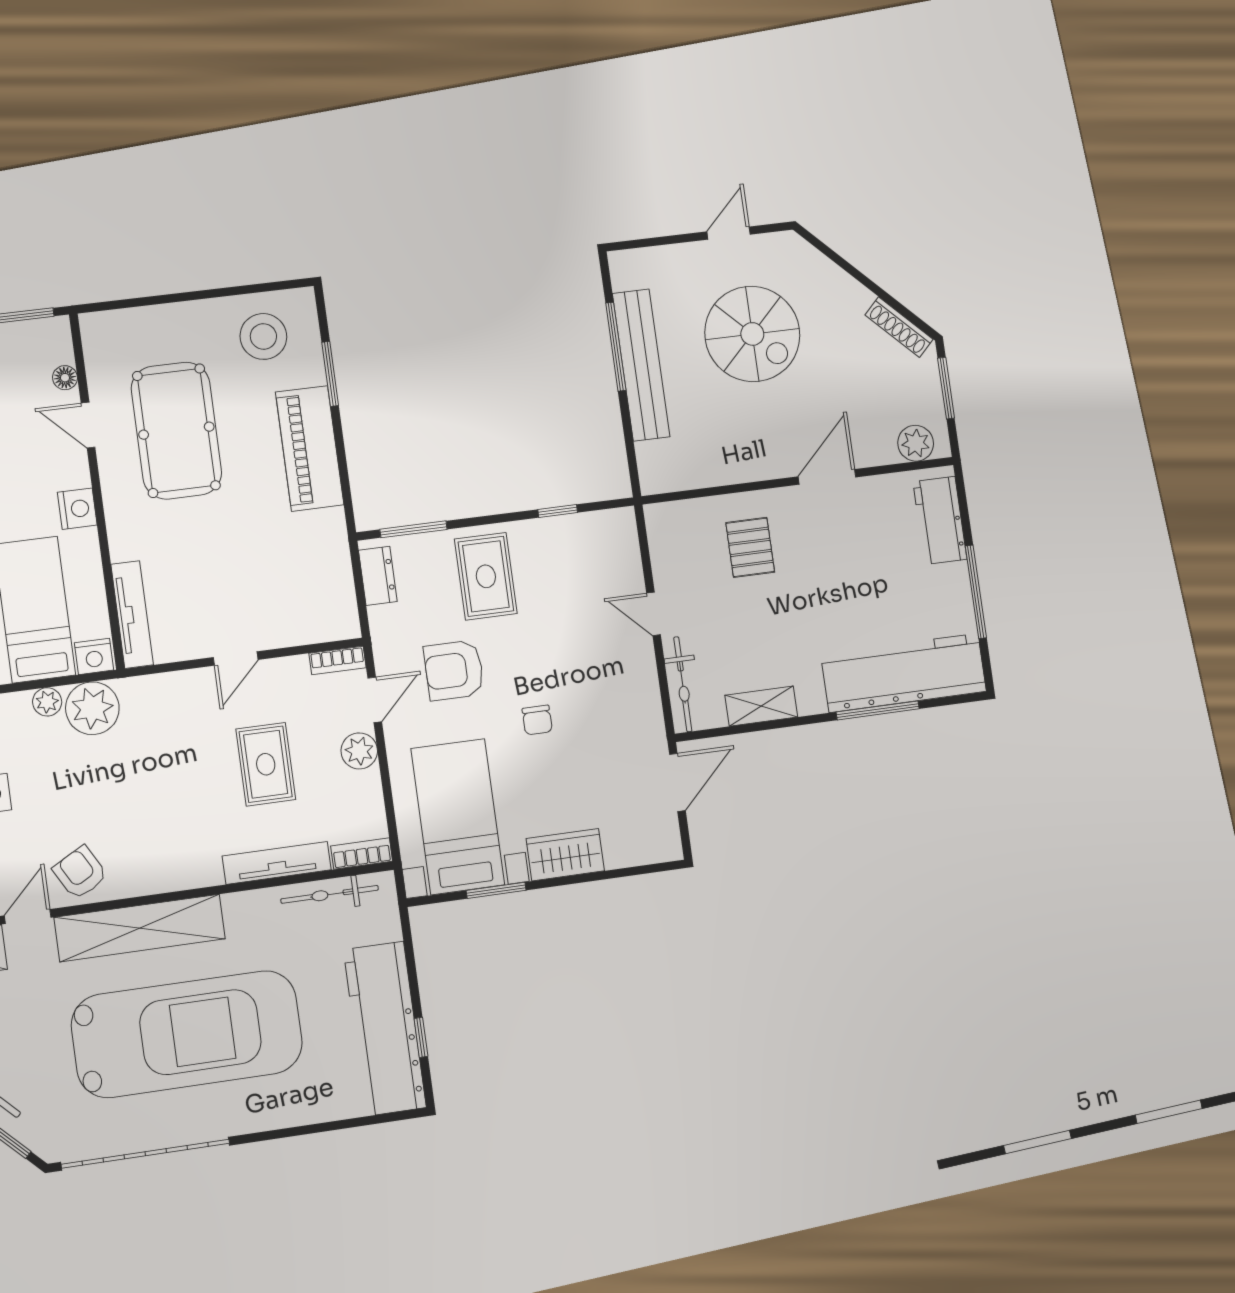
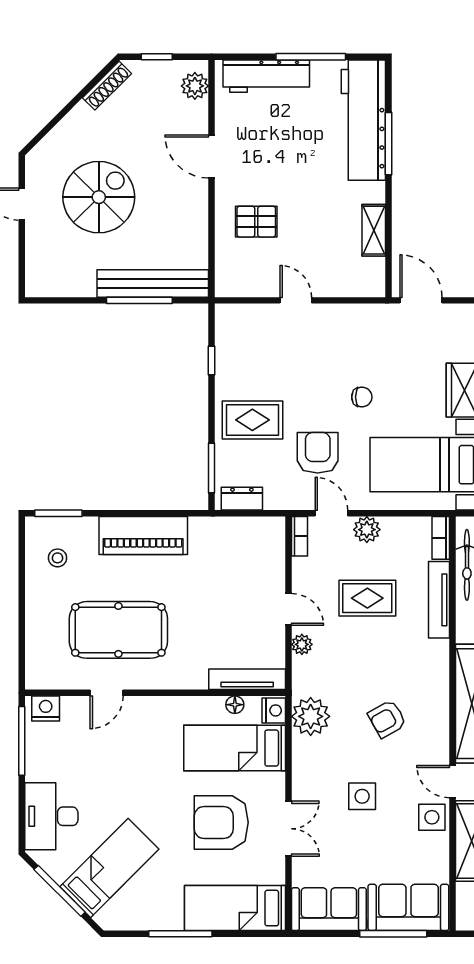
stool: (263, 336) -> (58, 558), width x0.53, depth x0.53
window: (616, 347) -> (139, 300), moved
bench: (641, 365) -> (153, 283), moved
window: (330, 374) -> (58, 513), moved
floor lamp: (65, 378) -> (235, 705), moved
window: (946, 388) -> (157, 57), width x0.67
nightstand: (77, 509) -> (46, 708), moved
workbench: (940, 520) -> (266, 76), width x1.38
door: (654, 614) -> (296, 300), swing flipped
armchair: (454, 670) -> (318, 453), turned 180
bicycle: (683, 684) -> (350, 286), removed
plant: (47, 702) -> (302, 644), moved
armchair: (80, 873) -> (387, 719), moved

